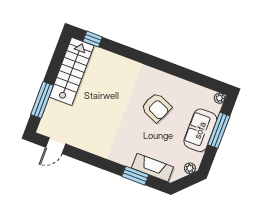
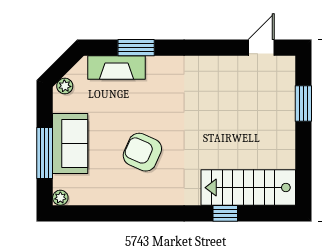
window: (93, 39) -> (225, 213), moved
stairs: (72, 71) -> (248, 188), moved, turned 90
window: (42, 100) -> (303, 103), width x0.69

